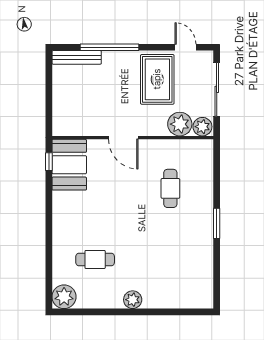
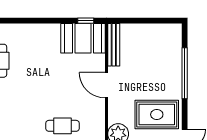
bench: (77, 57) -> (114, 45), moved
door: (123, 138) -> (106, 85), hinge flipped

